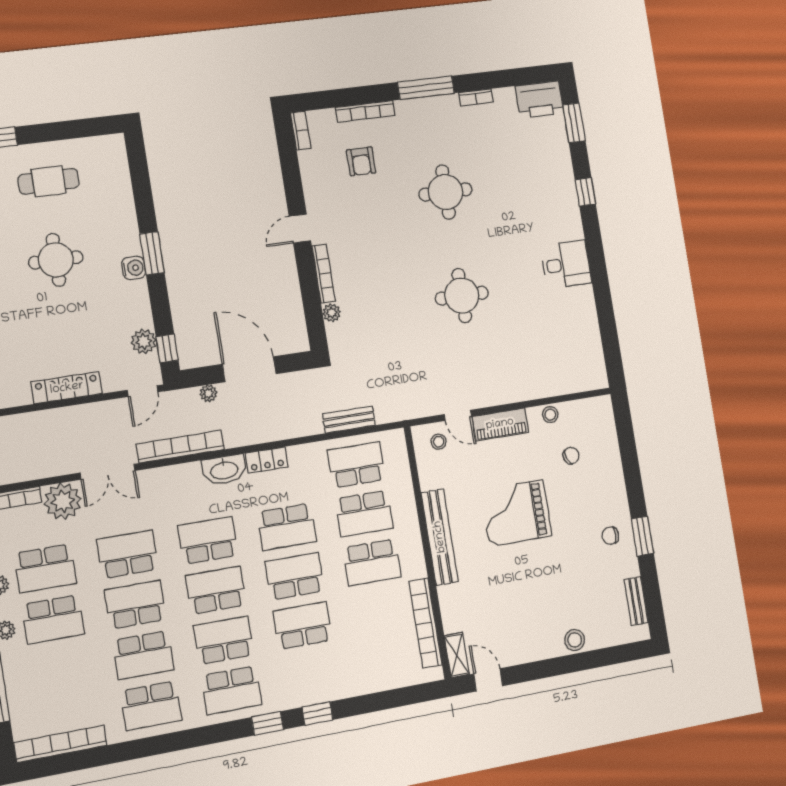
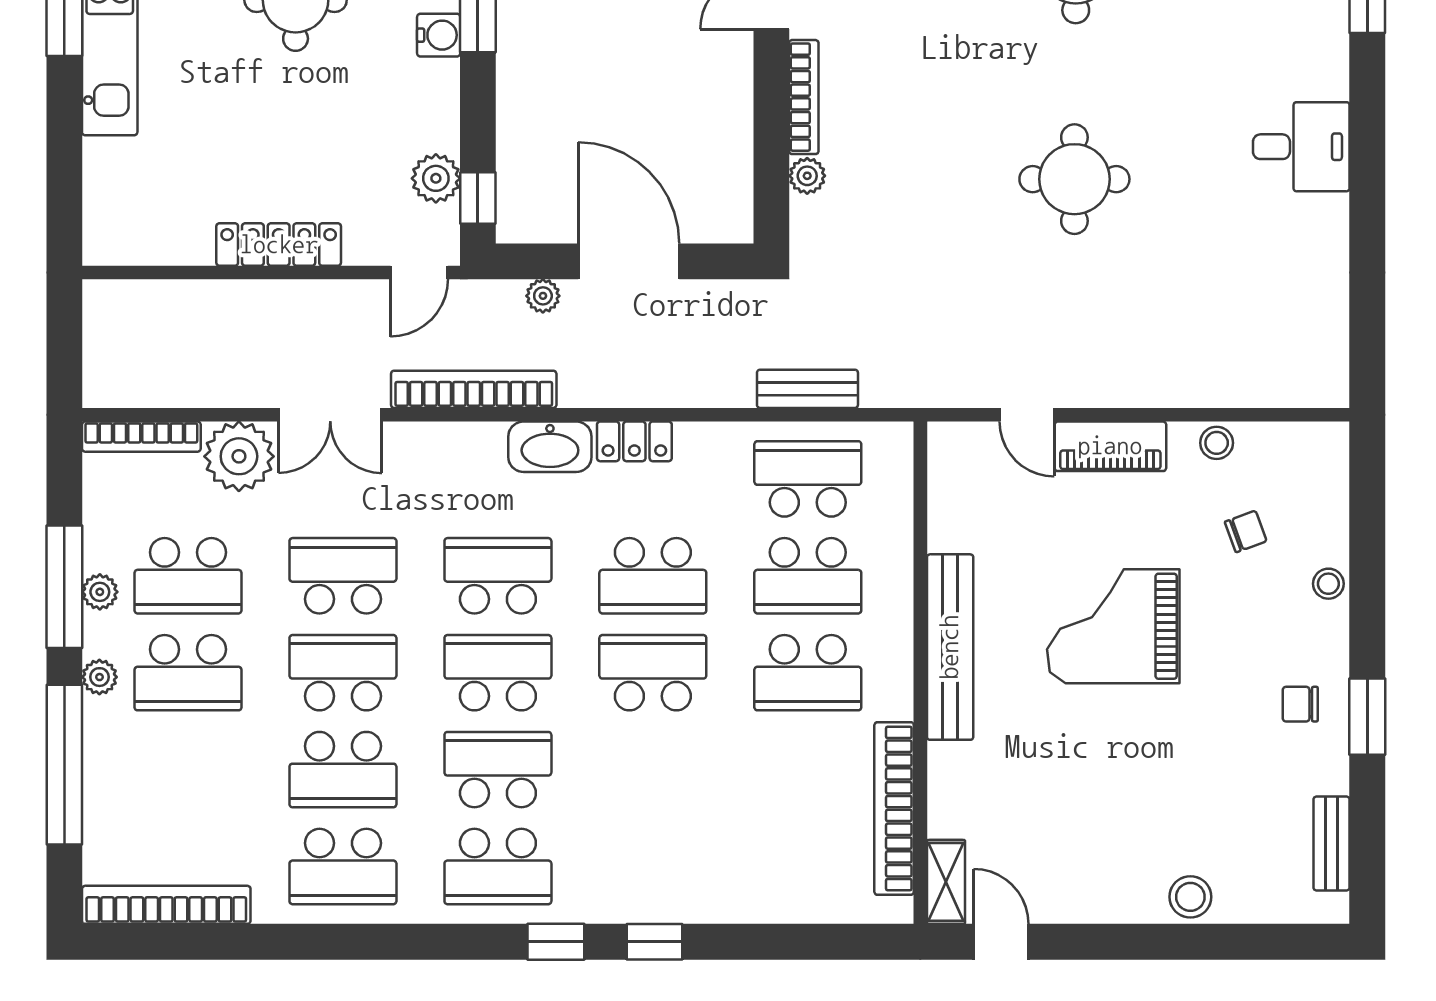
stool: (439, 442) -> (1328, 584), moved
school desk: (303, 626) -> (653, 770), removed

